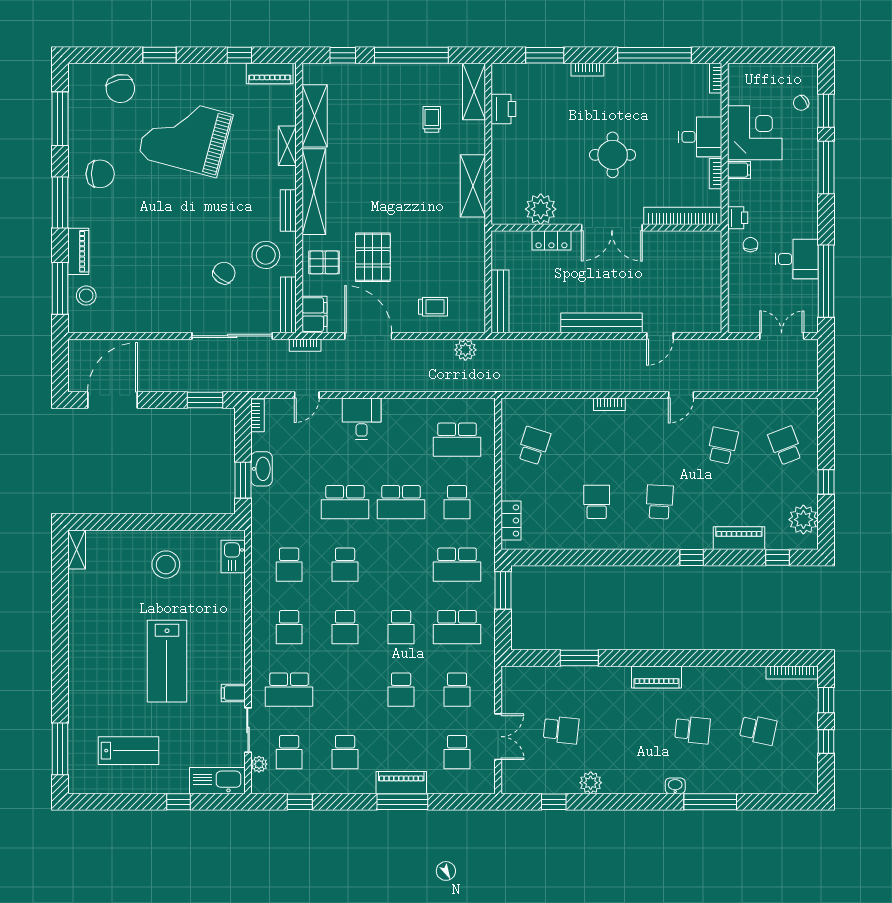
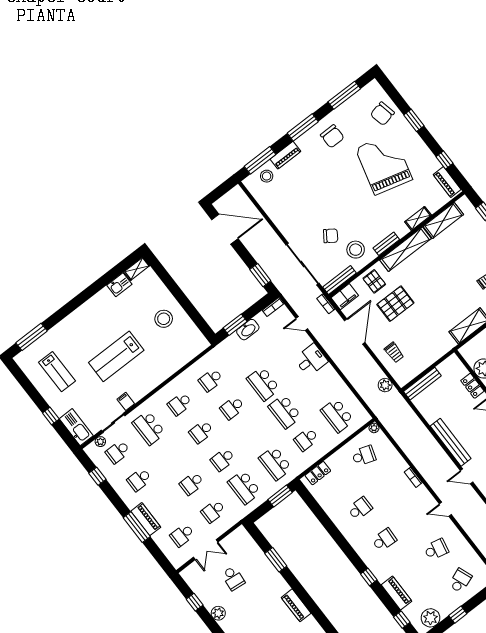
plant: (509, 406) -> (374, 428), added
kitchen sink: (233, 557) -> (119, 285), moved, turned 180

